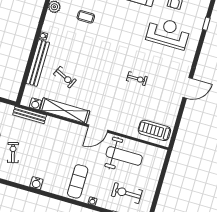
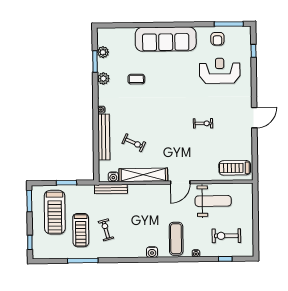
water cooler: (36, 183) -> (152, 252), moved

